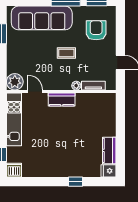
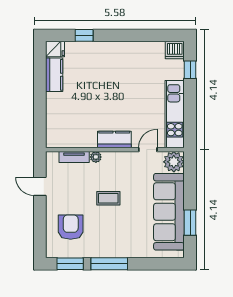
sofa: (42, 18) -> (169, 212), moved, turned -90
armchair: (96, 30) -> (71, 227), turned 180
door: (35, 91) -> (148, 150), swing flipped
window: (75, 182) -> (84, 35), moved

